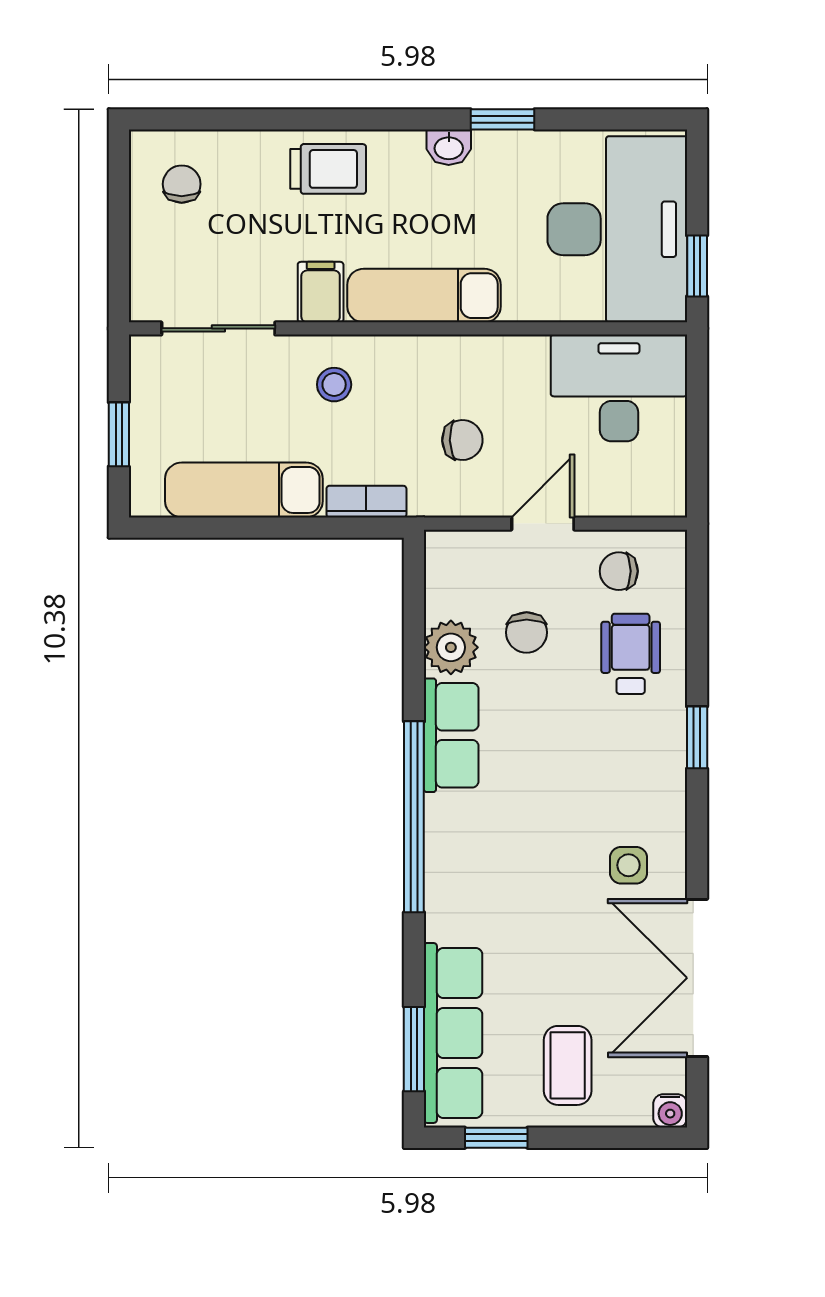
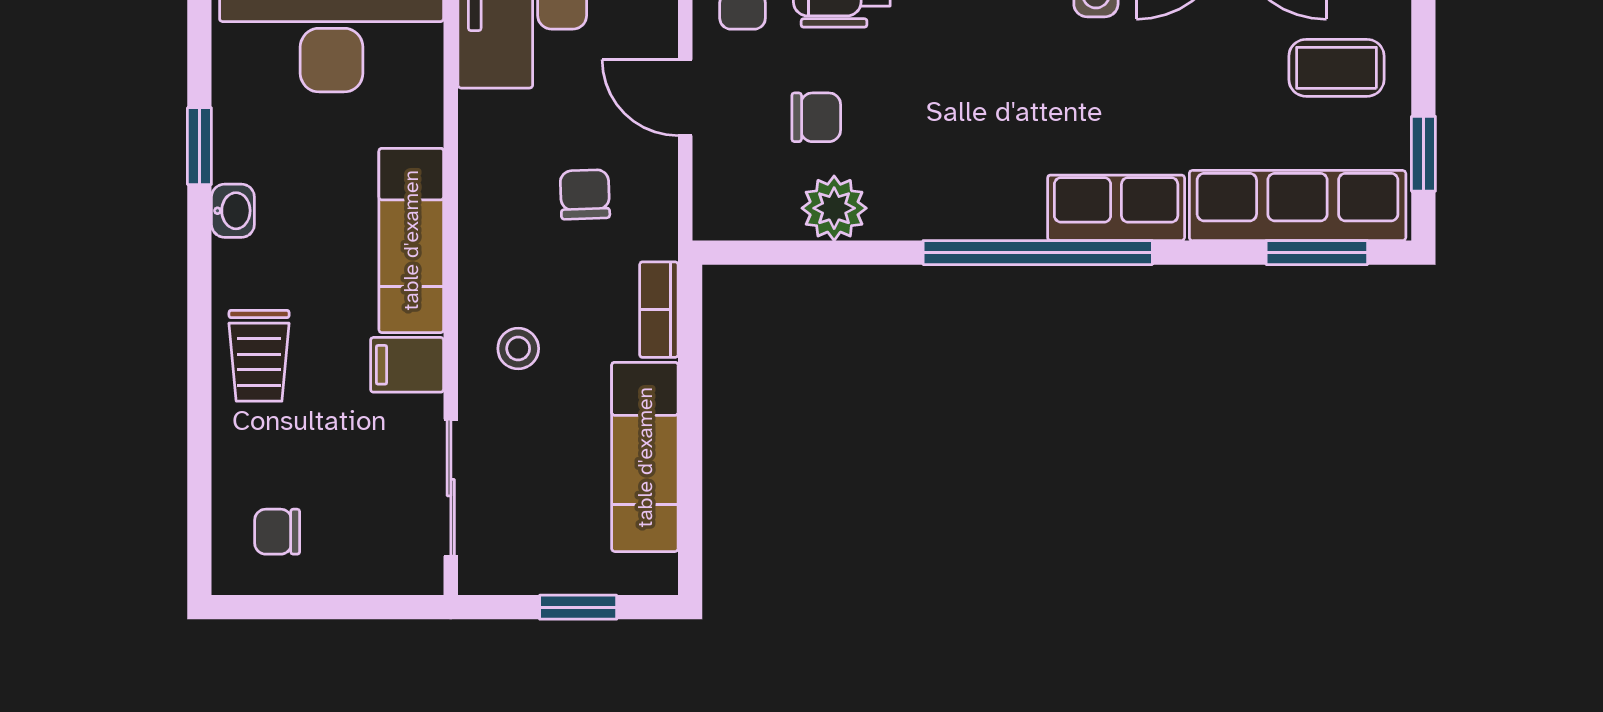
trolley: (328, 169) -> (259, 356), turned 180
row of seats: (451, 735) -> (1116, 208), moved

